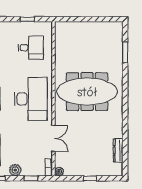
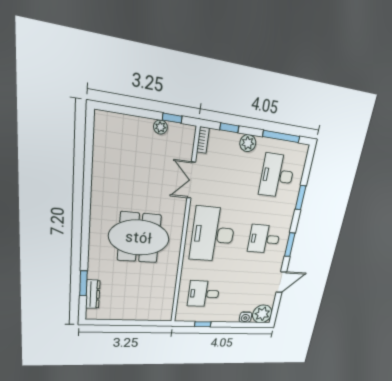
meeting table: (87, 92) -> (139, 238), width x0.73
dresser: (118, 150) -> (93, 294), moved
plant: (59, 172) -> (160, 127), moved
window: (90, 178) -> (172, 118), moved

